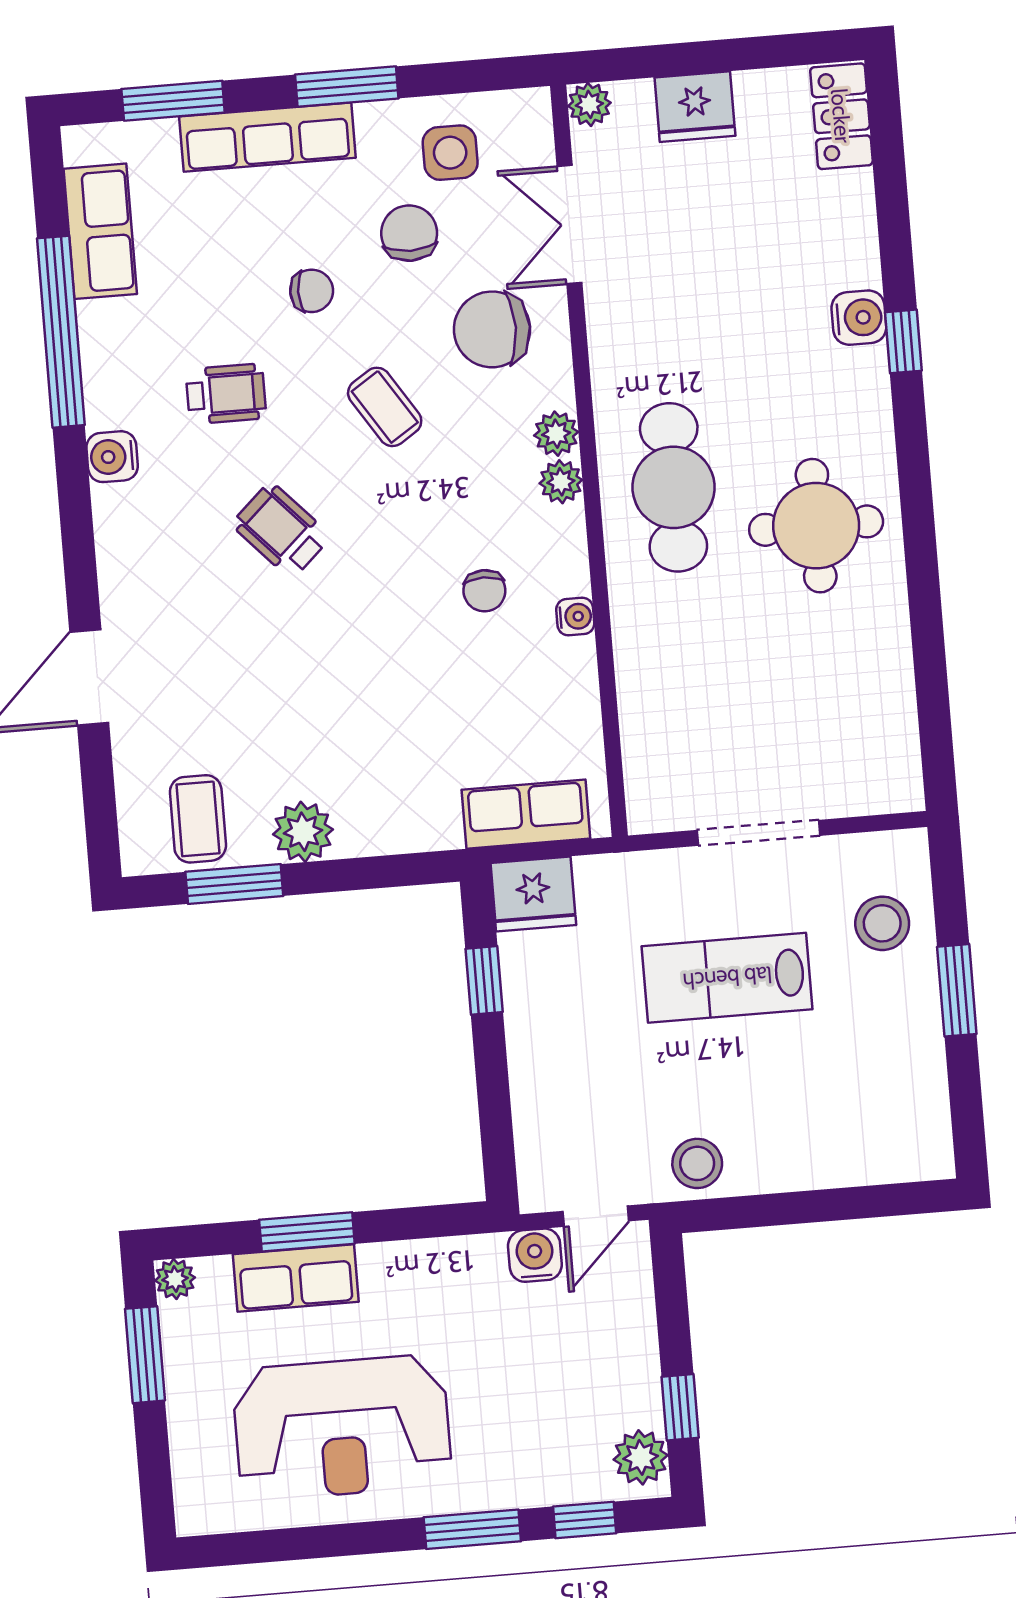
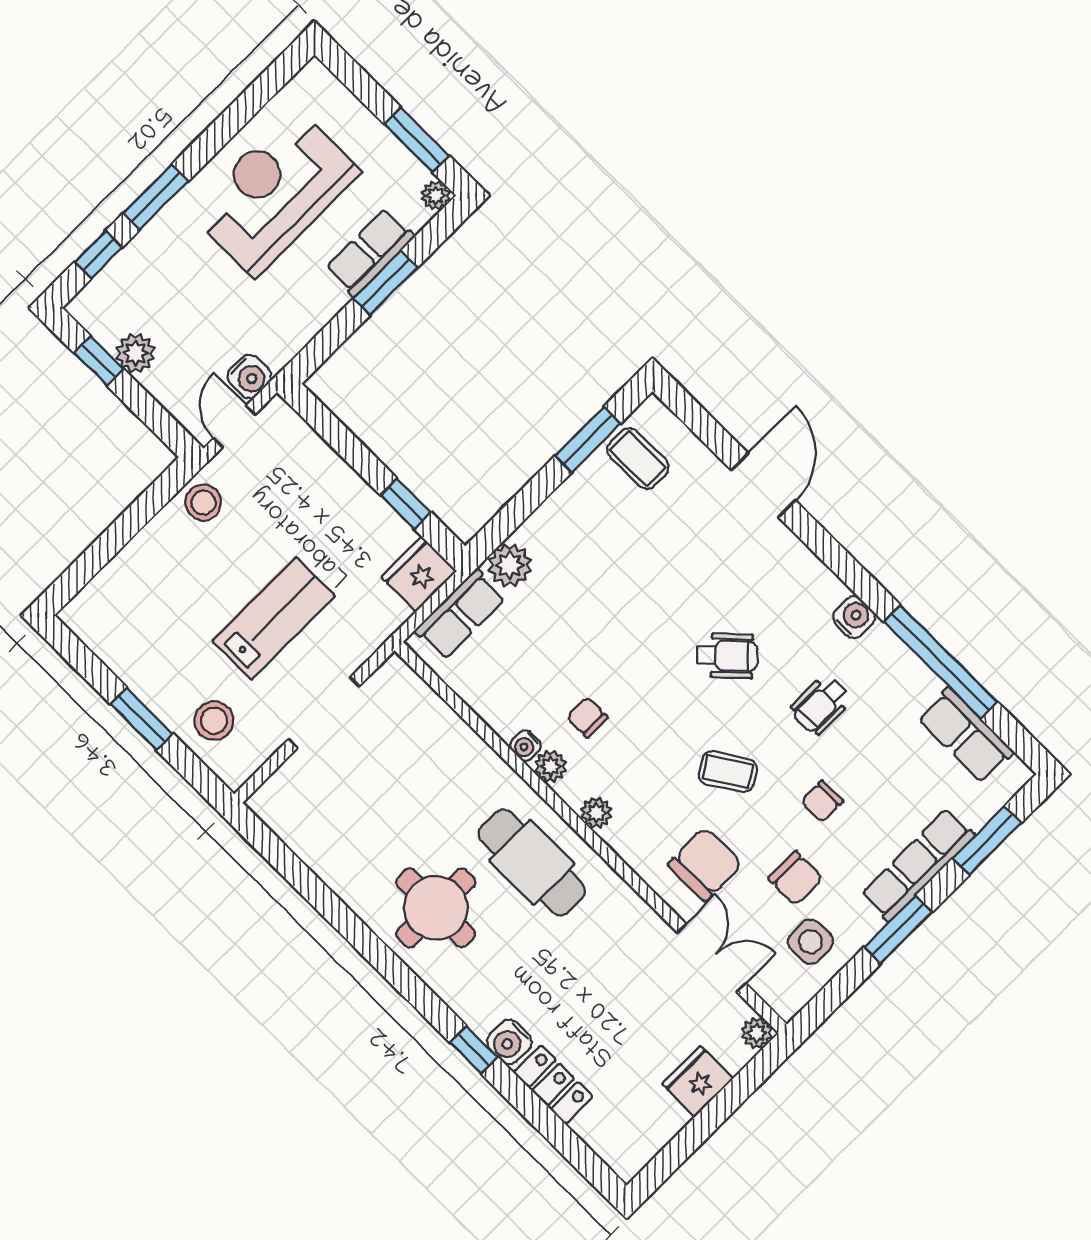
locker: (841, 116) -> (553, 1085), moved
plant: (556, 434) -> (550, 766), moved
plant: (303, 832) -> (510, 565), moved
plant: (641, 1457) -> (135, 353), moved

